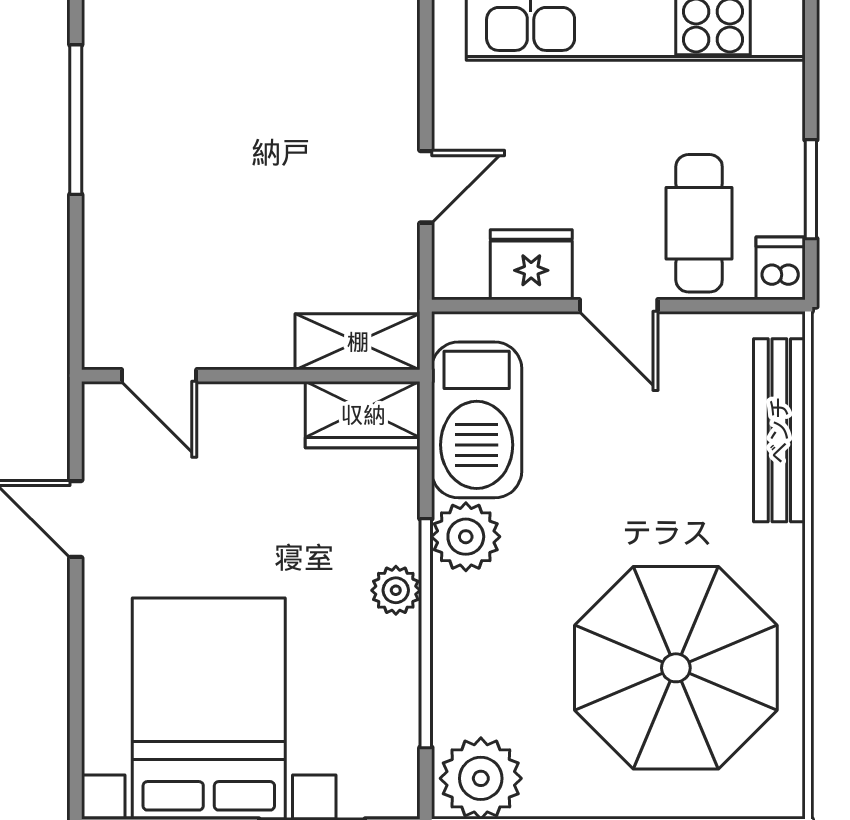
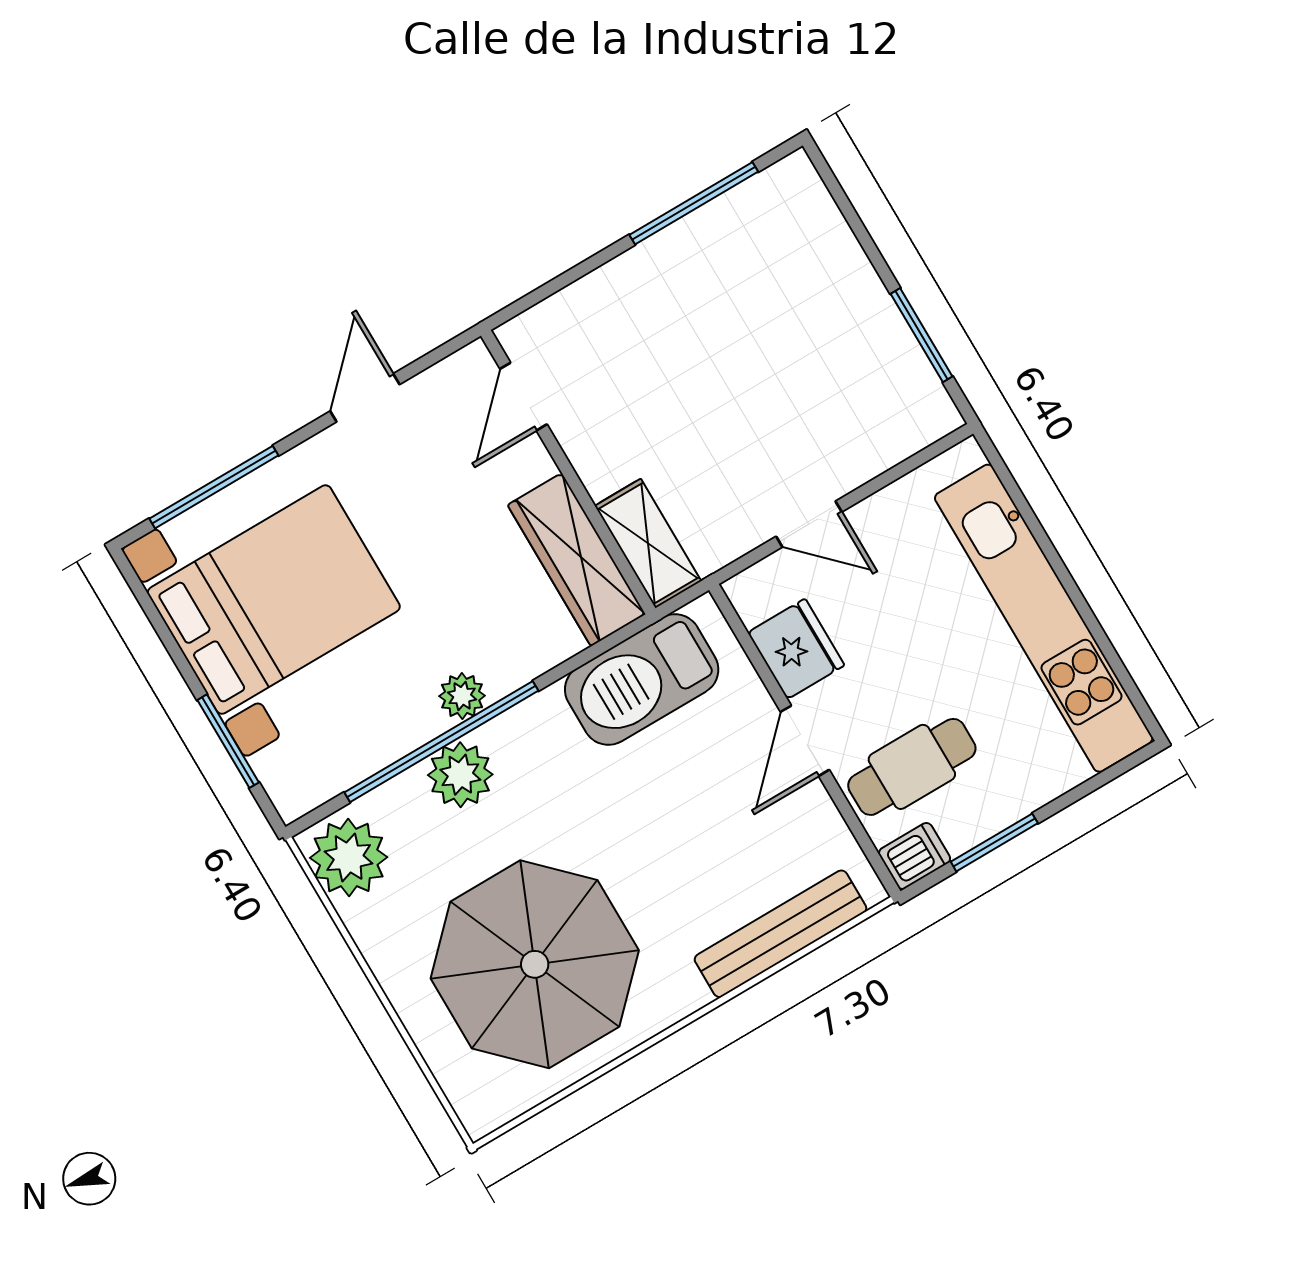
wardrobe: (363, 415) -> (576, 560), width x1.50
plant: (466, 537) -> (460, 775), moved
window: (76, 702) -> (214, 487), added

